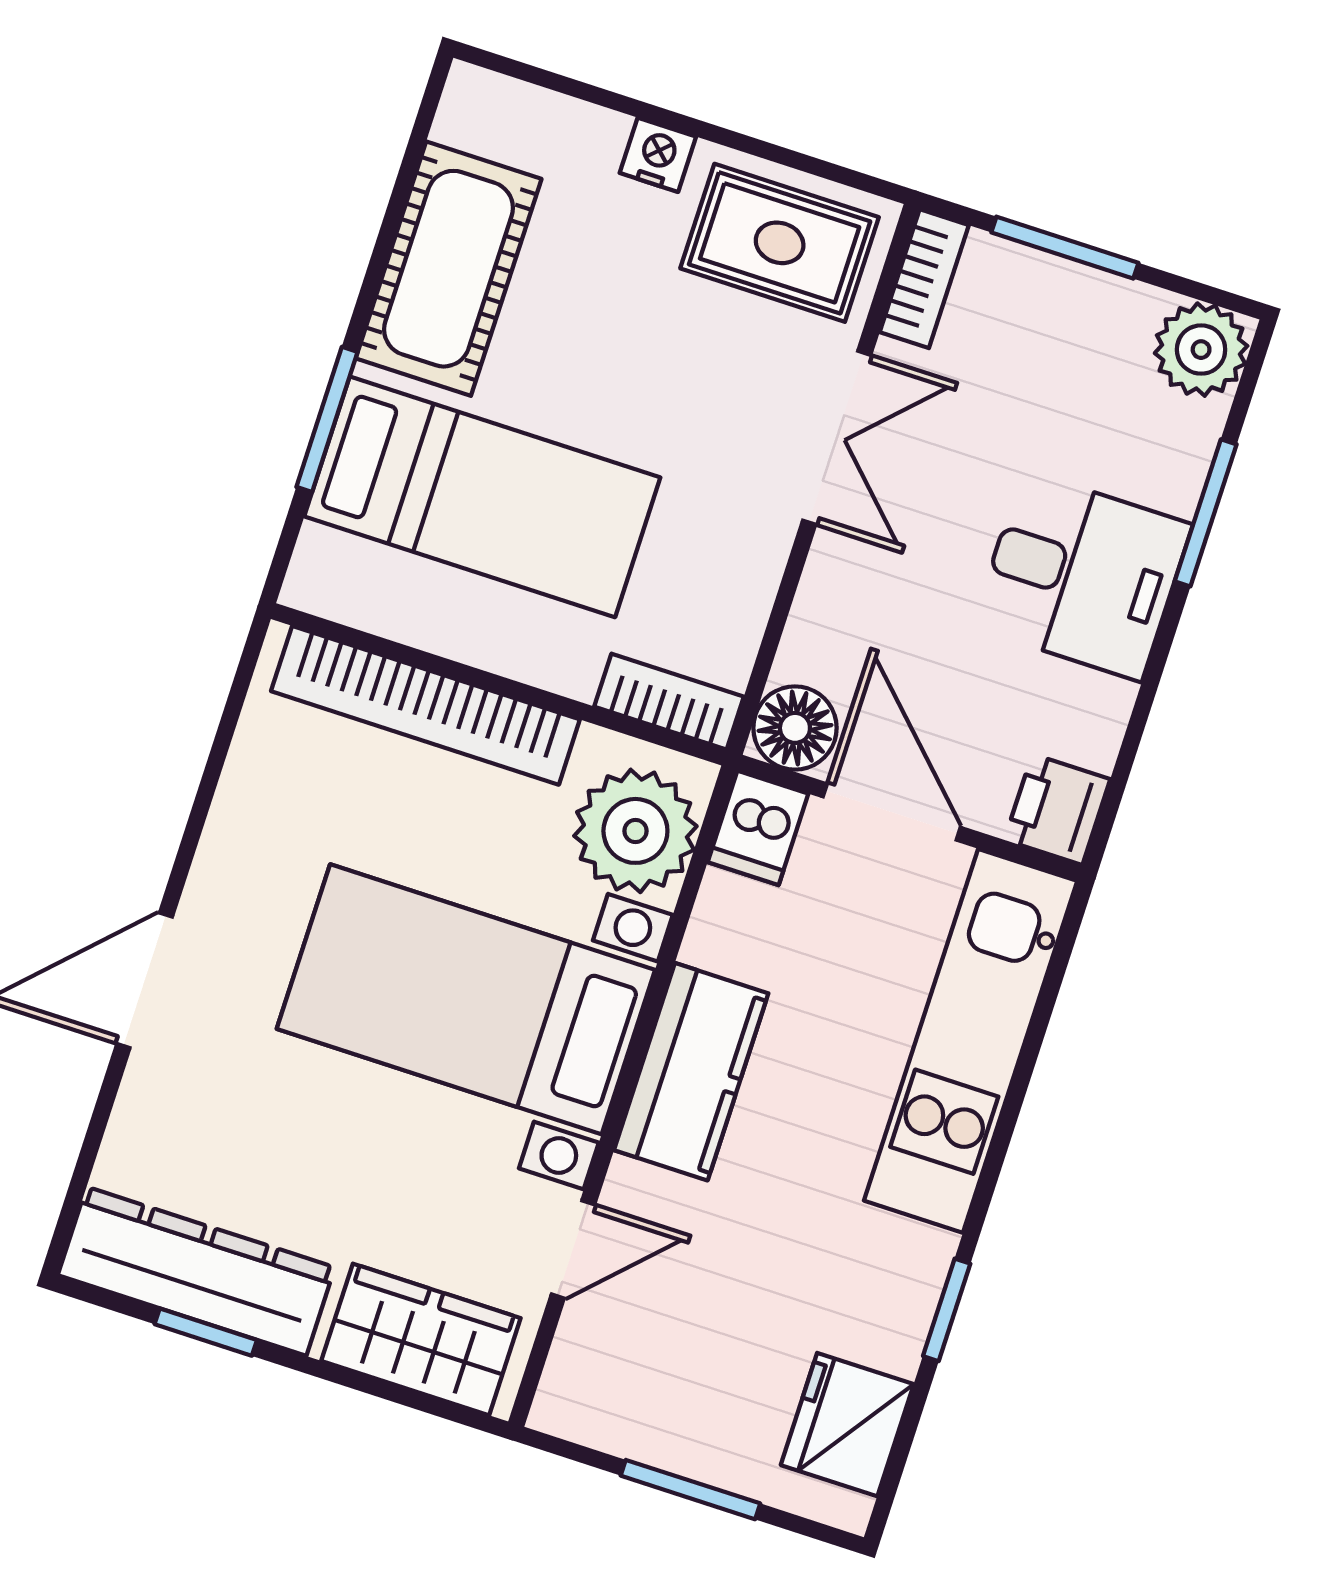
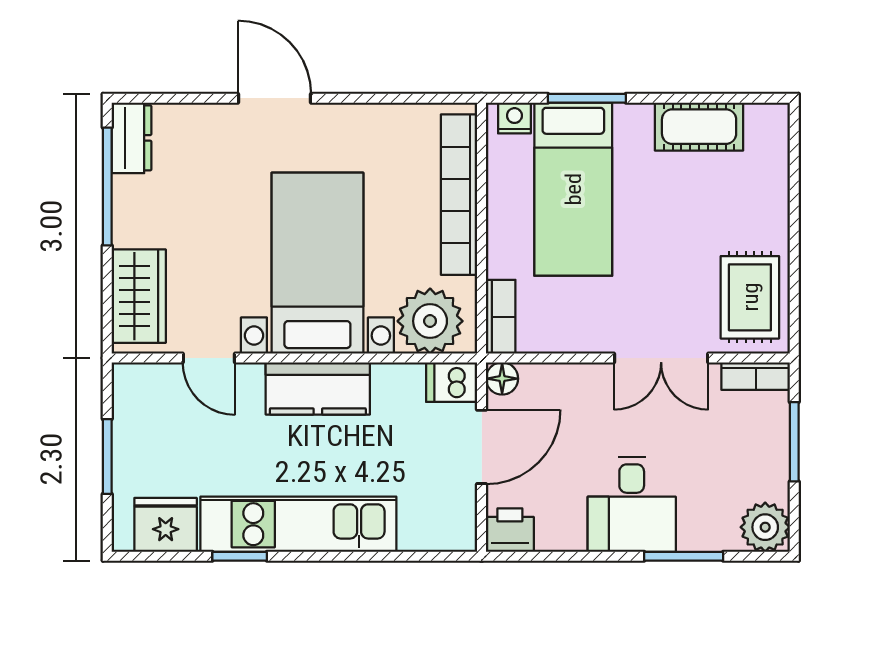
nightstand: (658, 155) -> (514, 118), moved, turned -90
cot: (449, 269) -> (699, 127), width x0.73, depth x0.75
floor lamp: (795, 728) -> (502, 379), width x0.73, depth x0.73
kitchen unit: (971, 1041) -> (298, 524), moved
dresser: (196, 1271) -> (131, 138), width x0.51, depth x0.80
window: (206, 1332) -> (107, 187), width x2.17

